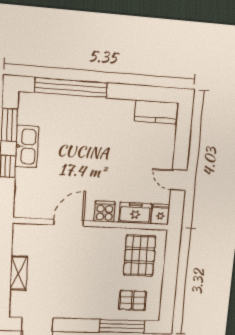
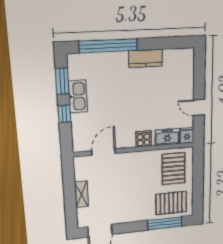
kitchen counter: (156, 112) -> (145, 58), moved
door: (69, 223) -> (104, 152), moved
pallet: (133, 300) -> (171, 203), width x1.50, depth x1.42

